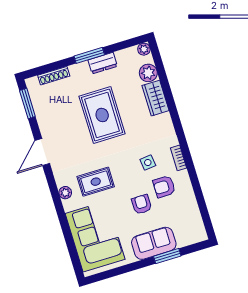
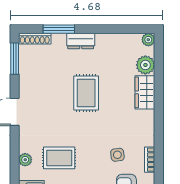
window: (89, 55) -> (59, 29), moved
dresser: (103, 63) -> (81, 41), moved
shoe rack: (54, 76) -> (35, 39), moved
rug: (102, 115) -> (86, 93), width x0.73, depth x0.70

